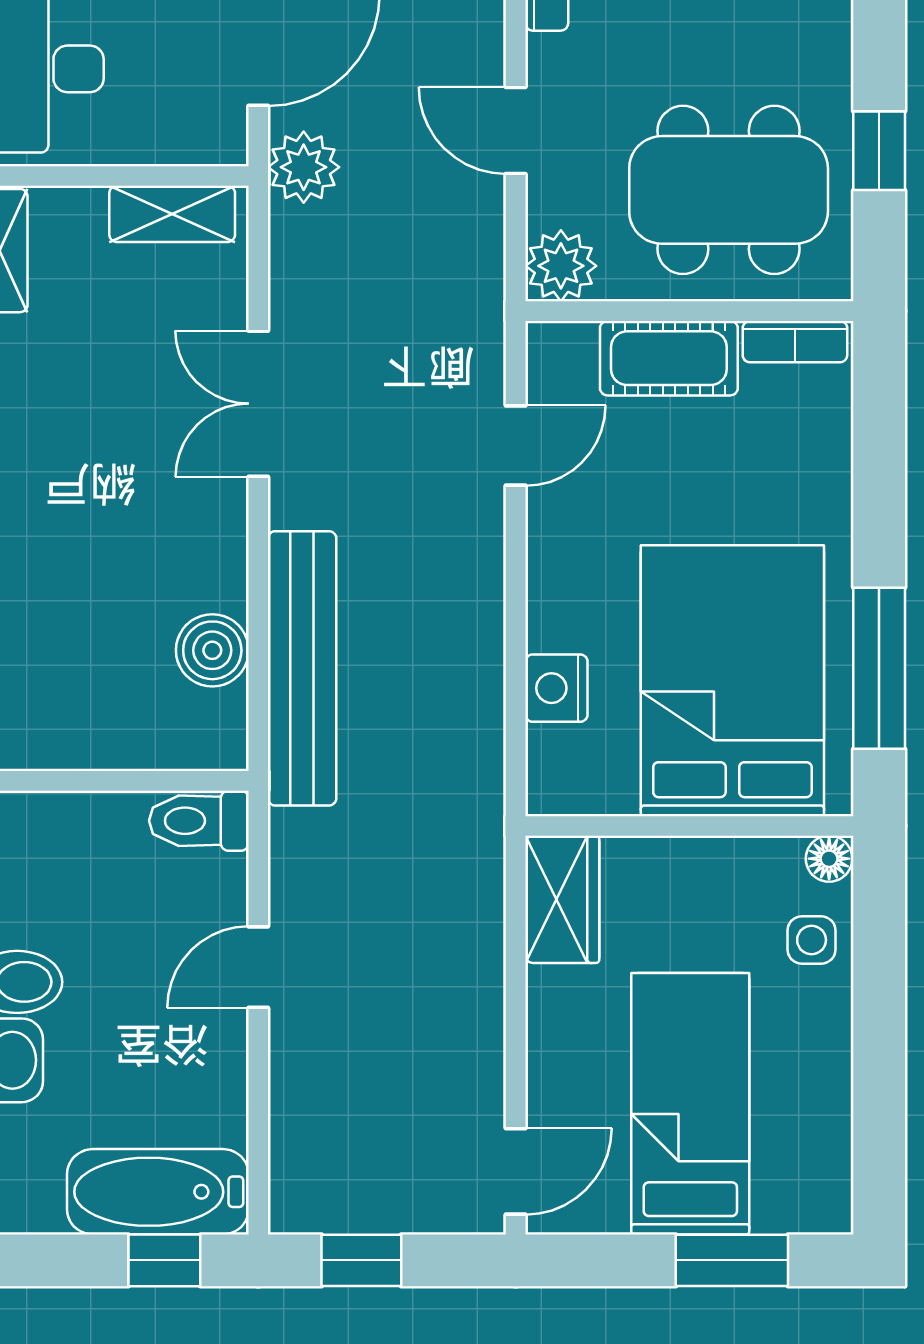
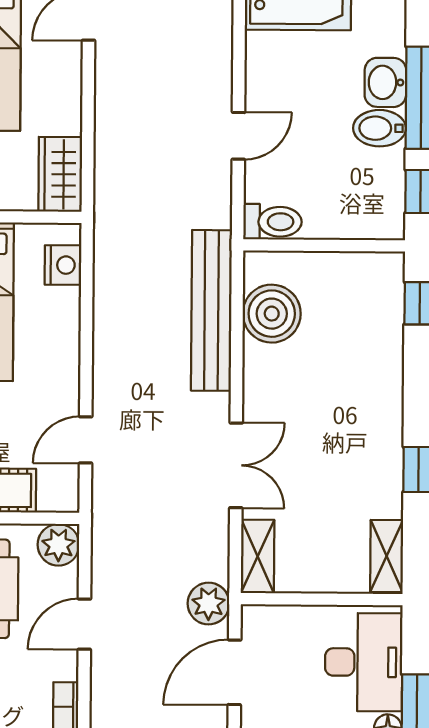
door: (516, 130) -> (84, 624), swing flipped
shelving: (172, 214) -> (258, 556), moved, turned 90
boiler: (212, 650) -> (272, 314), width x1.37, depth x1.37
nightstand: (556, 688) -> (63, 265), moved

